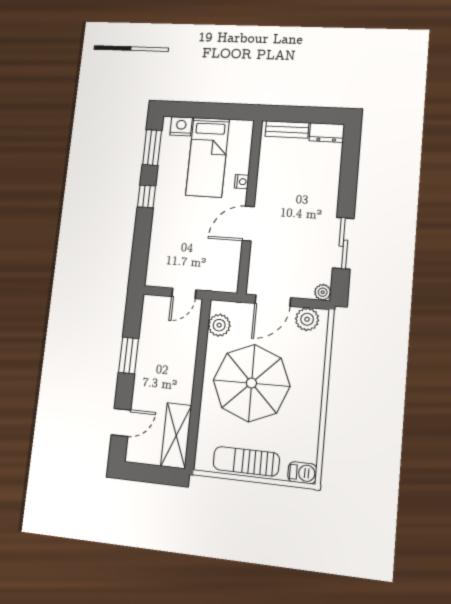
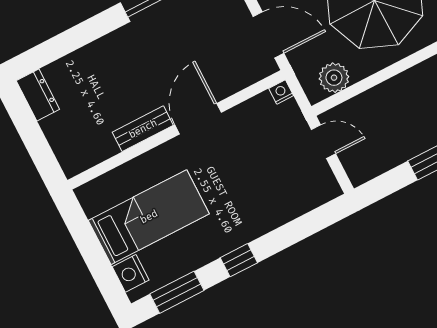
bench: (287, 129) -> (143, 129), moved, turned 90
nightstand: (242, 182) -> (281, 92), moved
door: (248, 224) -> (198, 119), swing flipped

